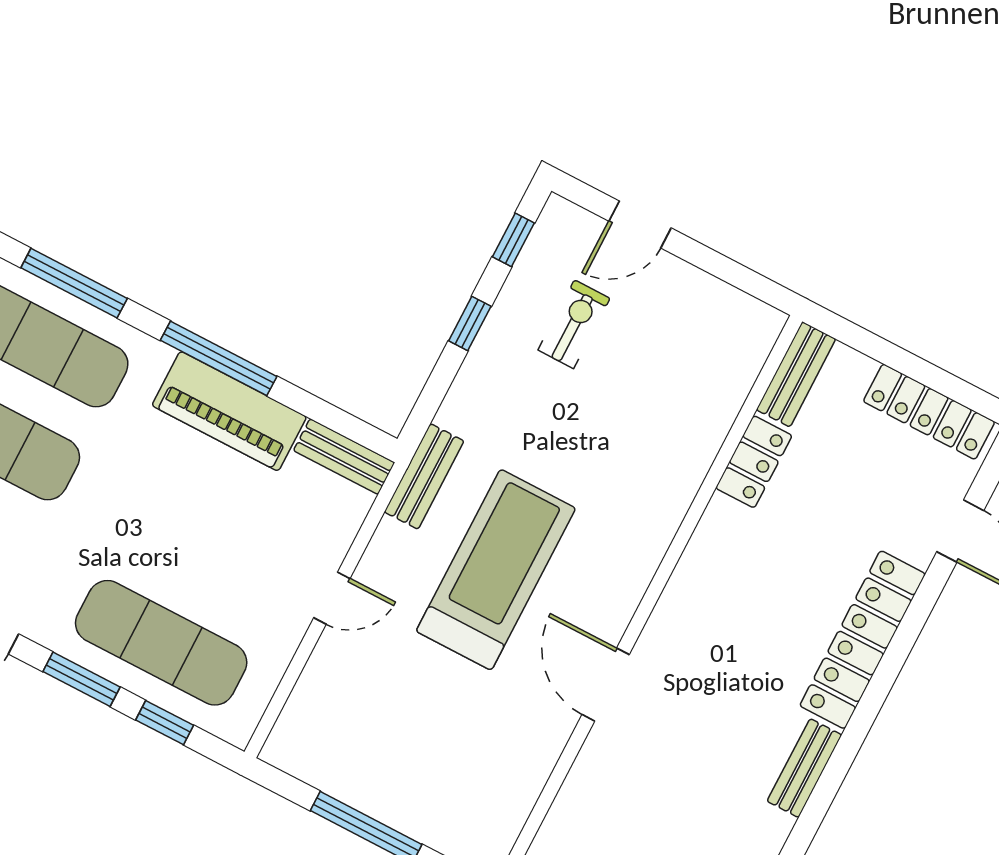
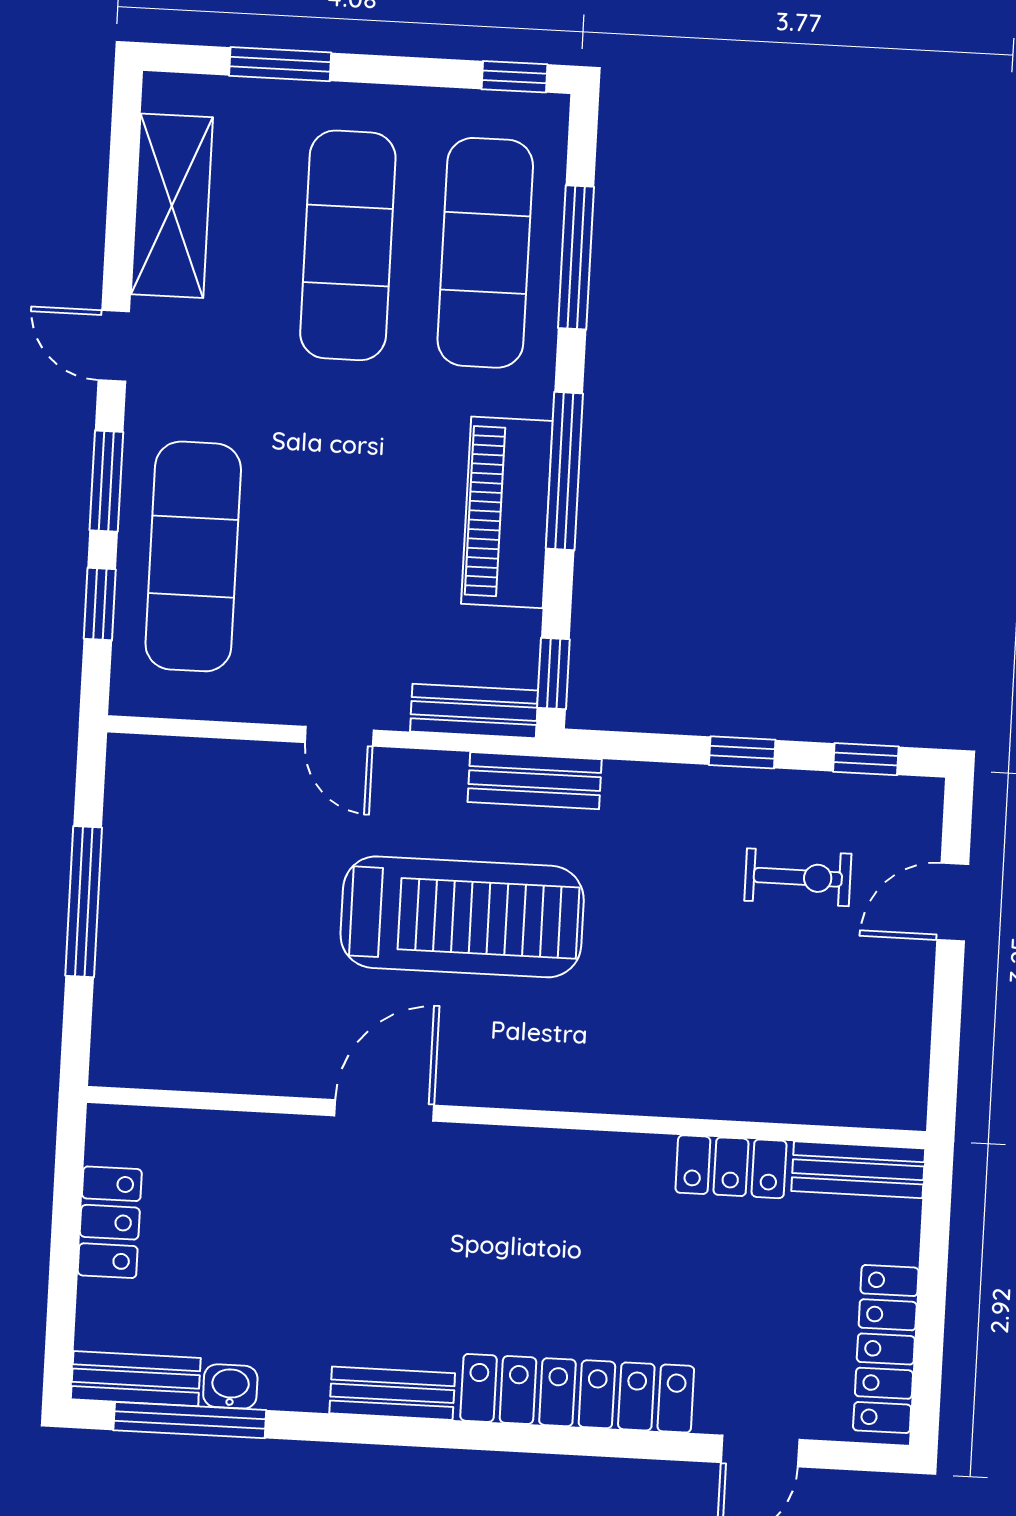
door: (640, 225) -> (953, 902), hinge flipped
window: (356, 430) -> (553, 674), added
bench: (344, 457) -> (474, 711), moved, turned 90

